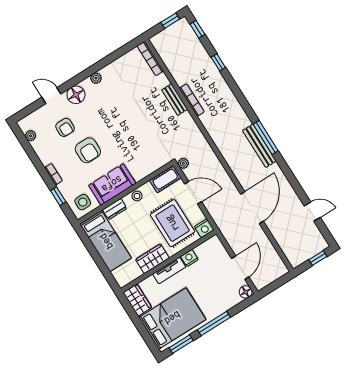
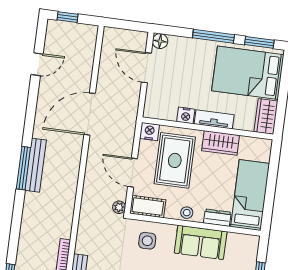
side table: (83, 202) -> (147, 241), moved
door: (312, 212) -> (37, 64), swing flipped
door: (240, 268) -> (146, 68), hinge flipped

